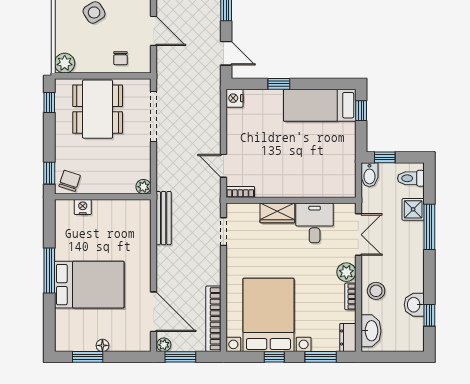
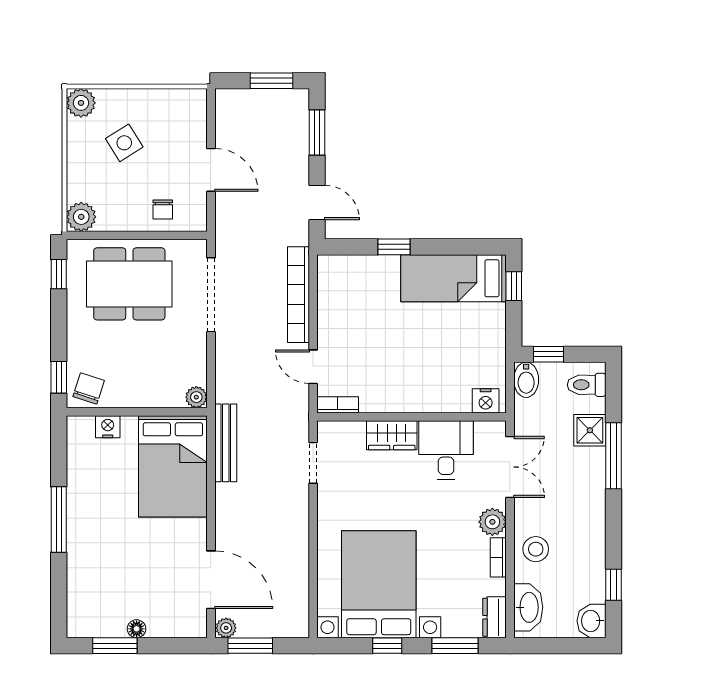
nightstand: (235, 98) -> (486, 401), moved, turned -90
dining table: (98, 109) -> (129, 284), turned 90
bed: (89, 285) -> (173, 466), moved, turned 90
washbasin: (414, 305) -> (591, 621), moved
bookcase: (213, 319) -> (298, 295), moved

